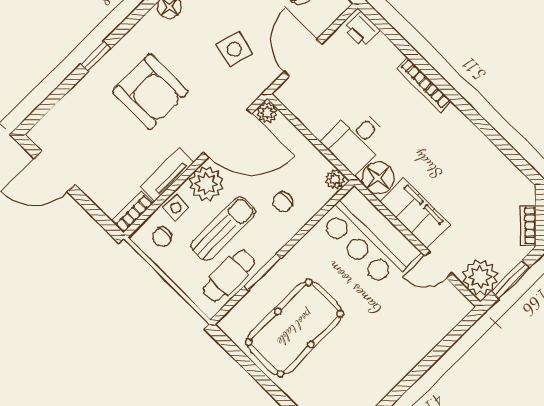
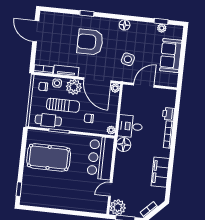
printer: (362, 29) -> (168, 114), moved
armchair: (150, 91) -> (90, 42), turned 90
filing cabinet: (415, 213) -> (160, 172), moved, turned 180
door: (438, 265) -> (110, 189), hinge flipped

